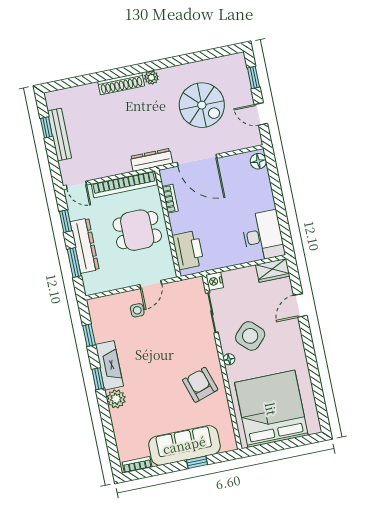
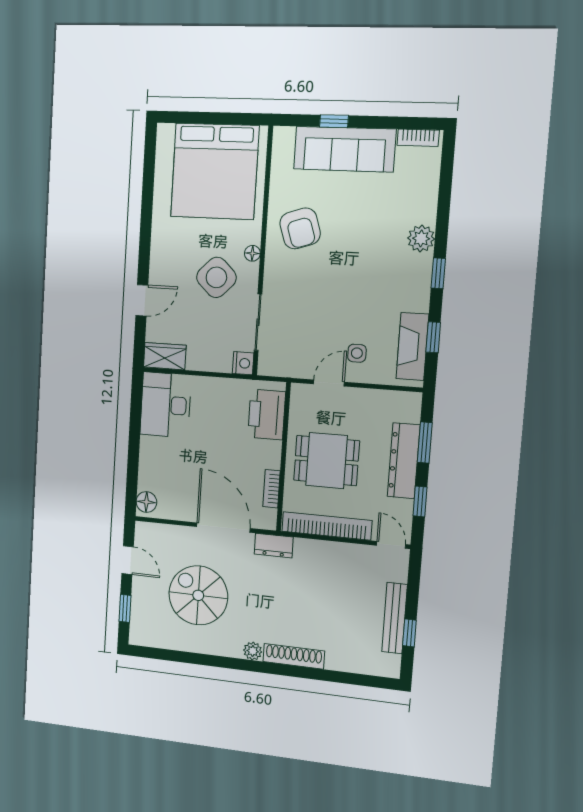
dresser: (151, 160) -> (274, 546), width x0.70
fireplace: (109, 365) -> (412, 346), moved

